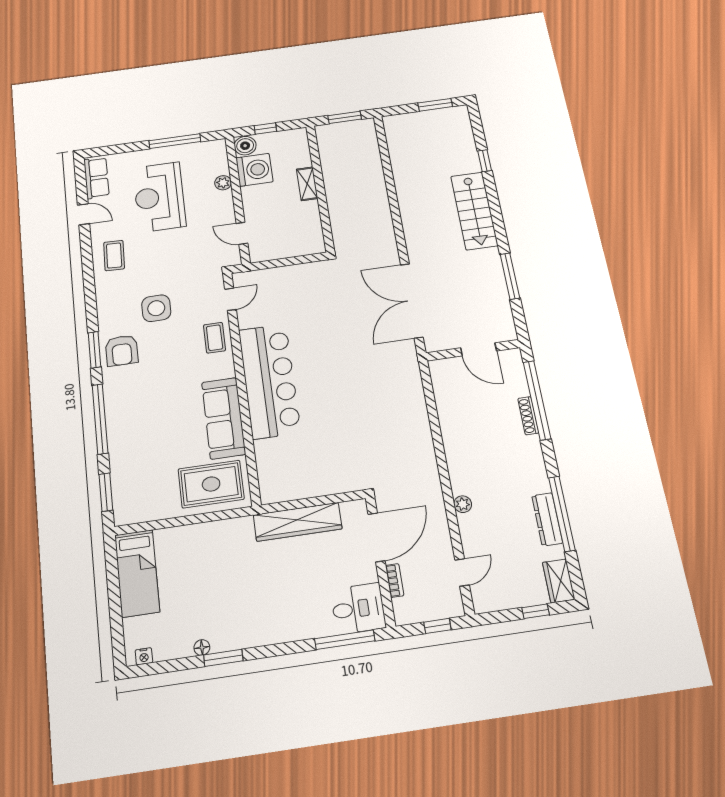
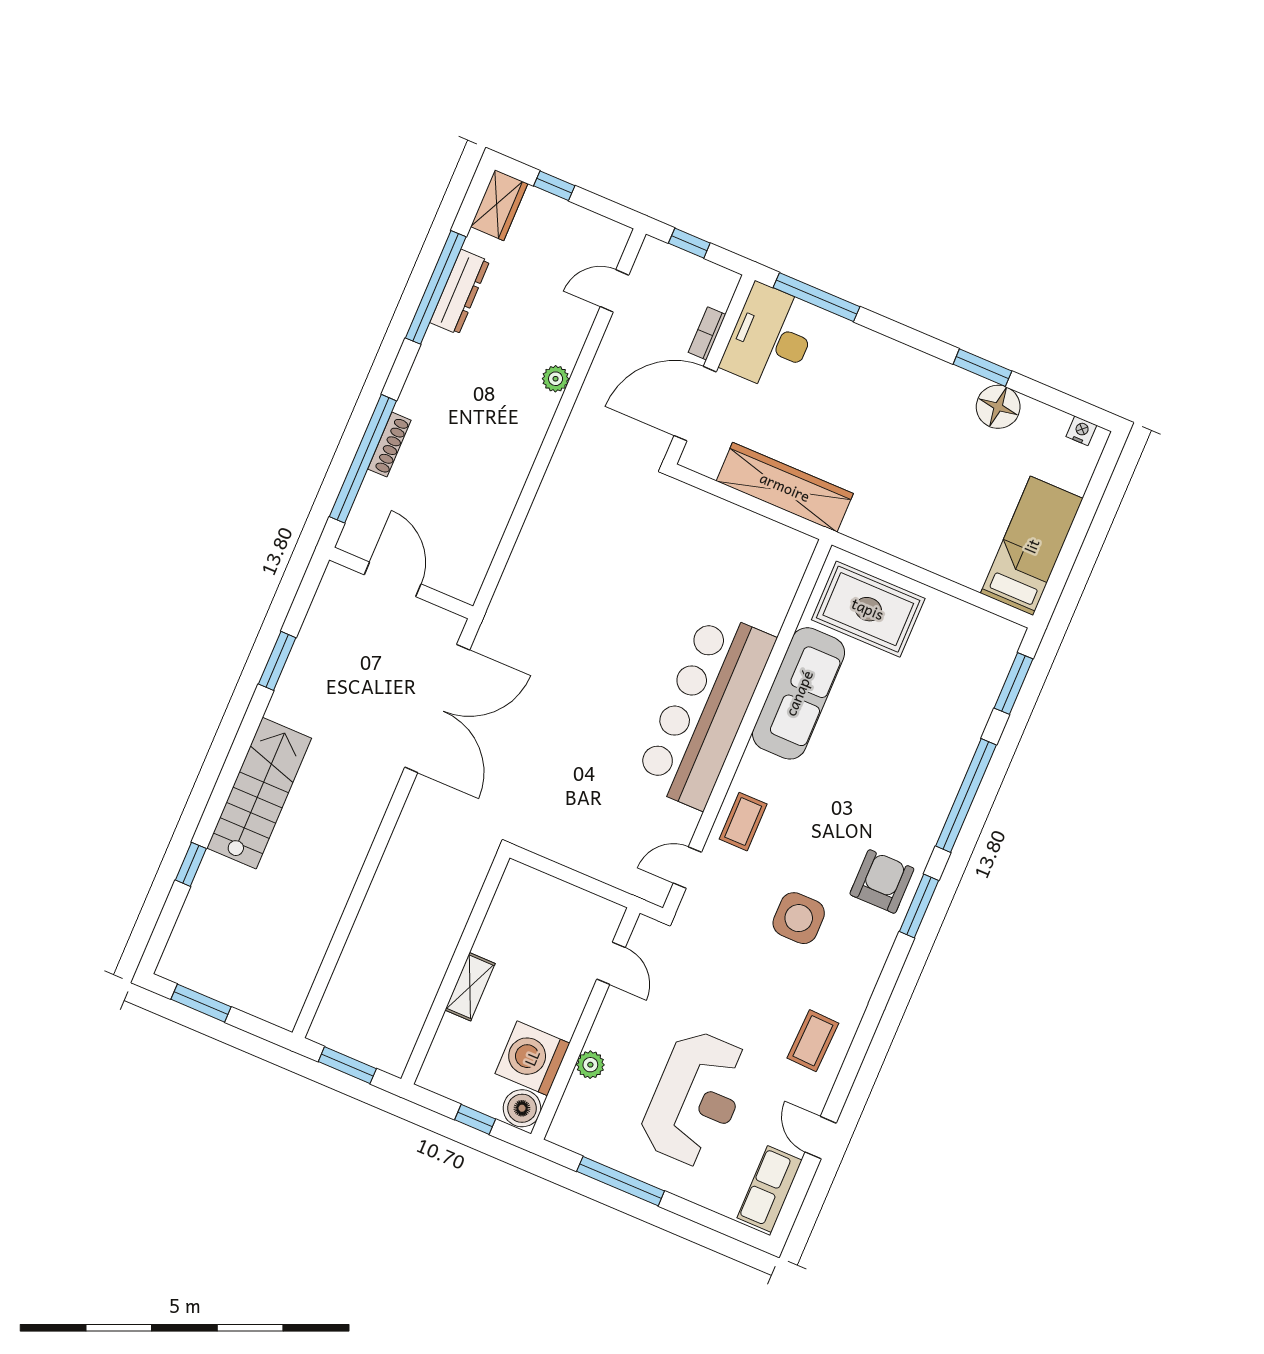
window: (510, 276) -> (277, 661), width x0.69
desk: (358, 608) -> (771, 338), width x1.37
floor lamp: (202, 648) -> (998, 407), width x1.89, depth x1.89

